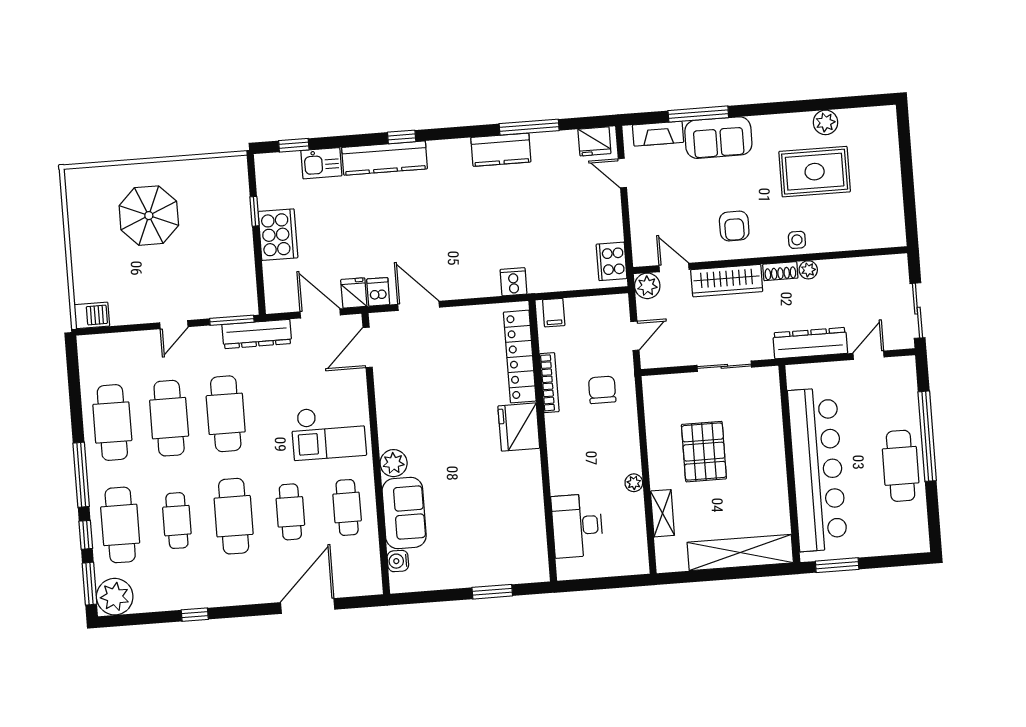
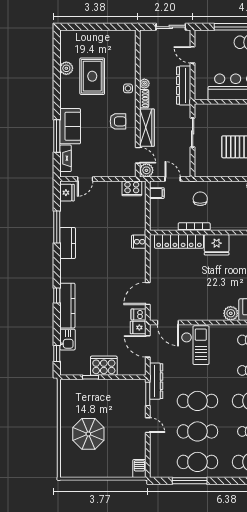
door: (674, 268) -> (138, 155), swing flipped
door: (320, 313) -> (148, 346), hinge flipped
filing cabinet: (554, 313) -> (157, 193), moved
chair: (602, 390) -> (200, 199), turned 90
checkout: (329, 433) -> (195, 345), moved
window: (81, 475) -> (190, 481), moved

